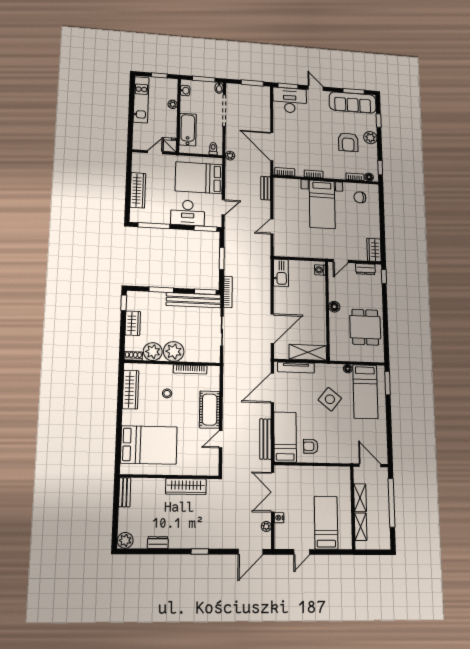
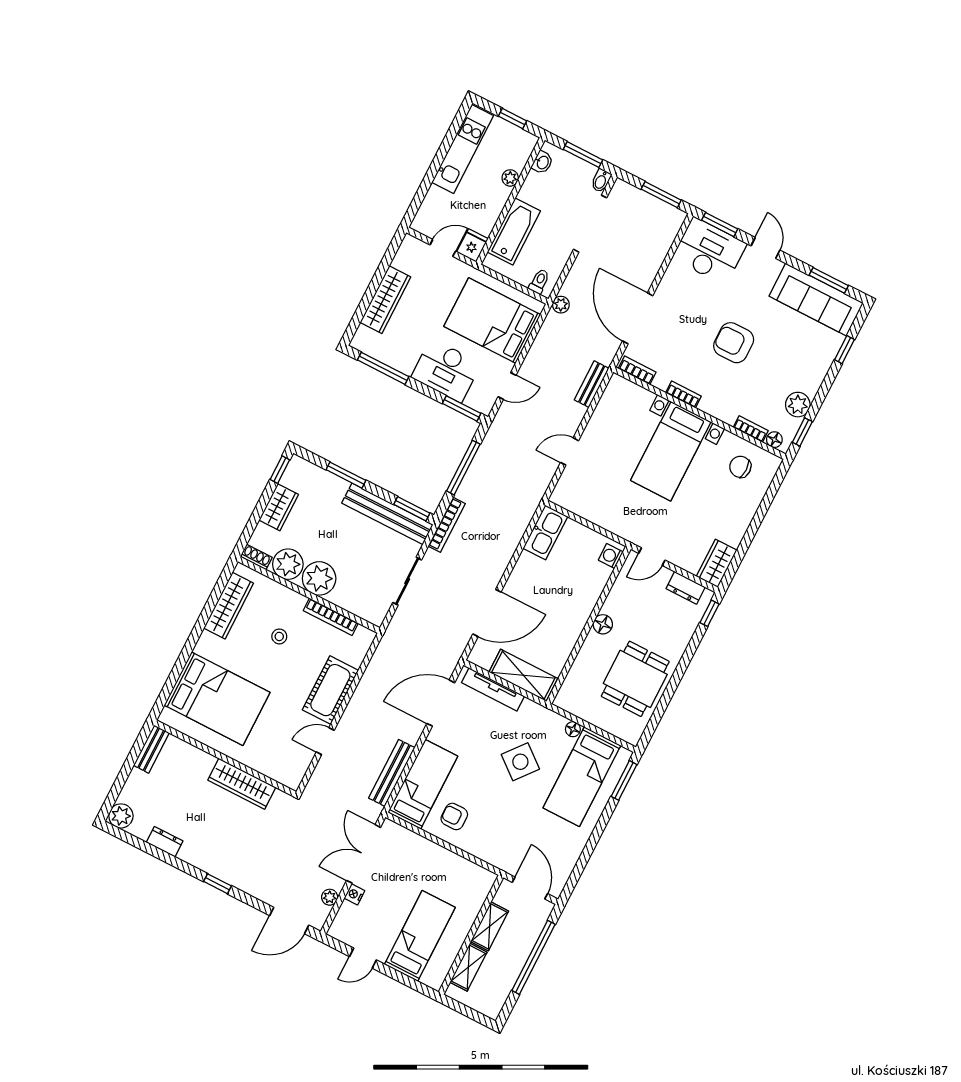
plant: (370, 138) -> (798, 405), moved
armchair: (348, 142) -> (734, 343), moved, turned 90
window: (222, 258) -> (463, 468), width x1.44

